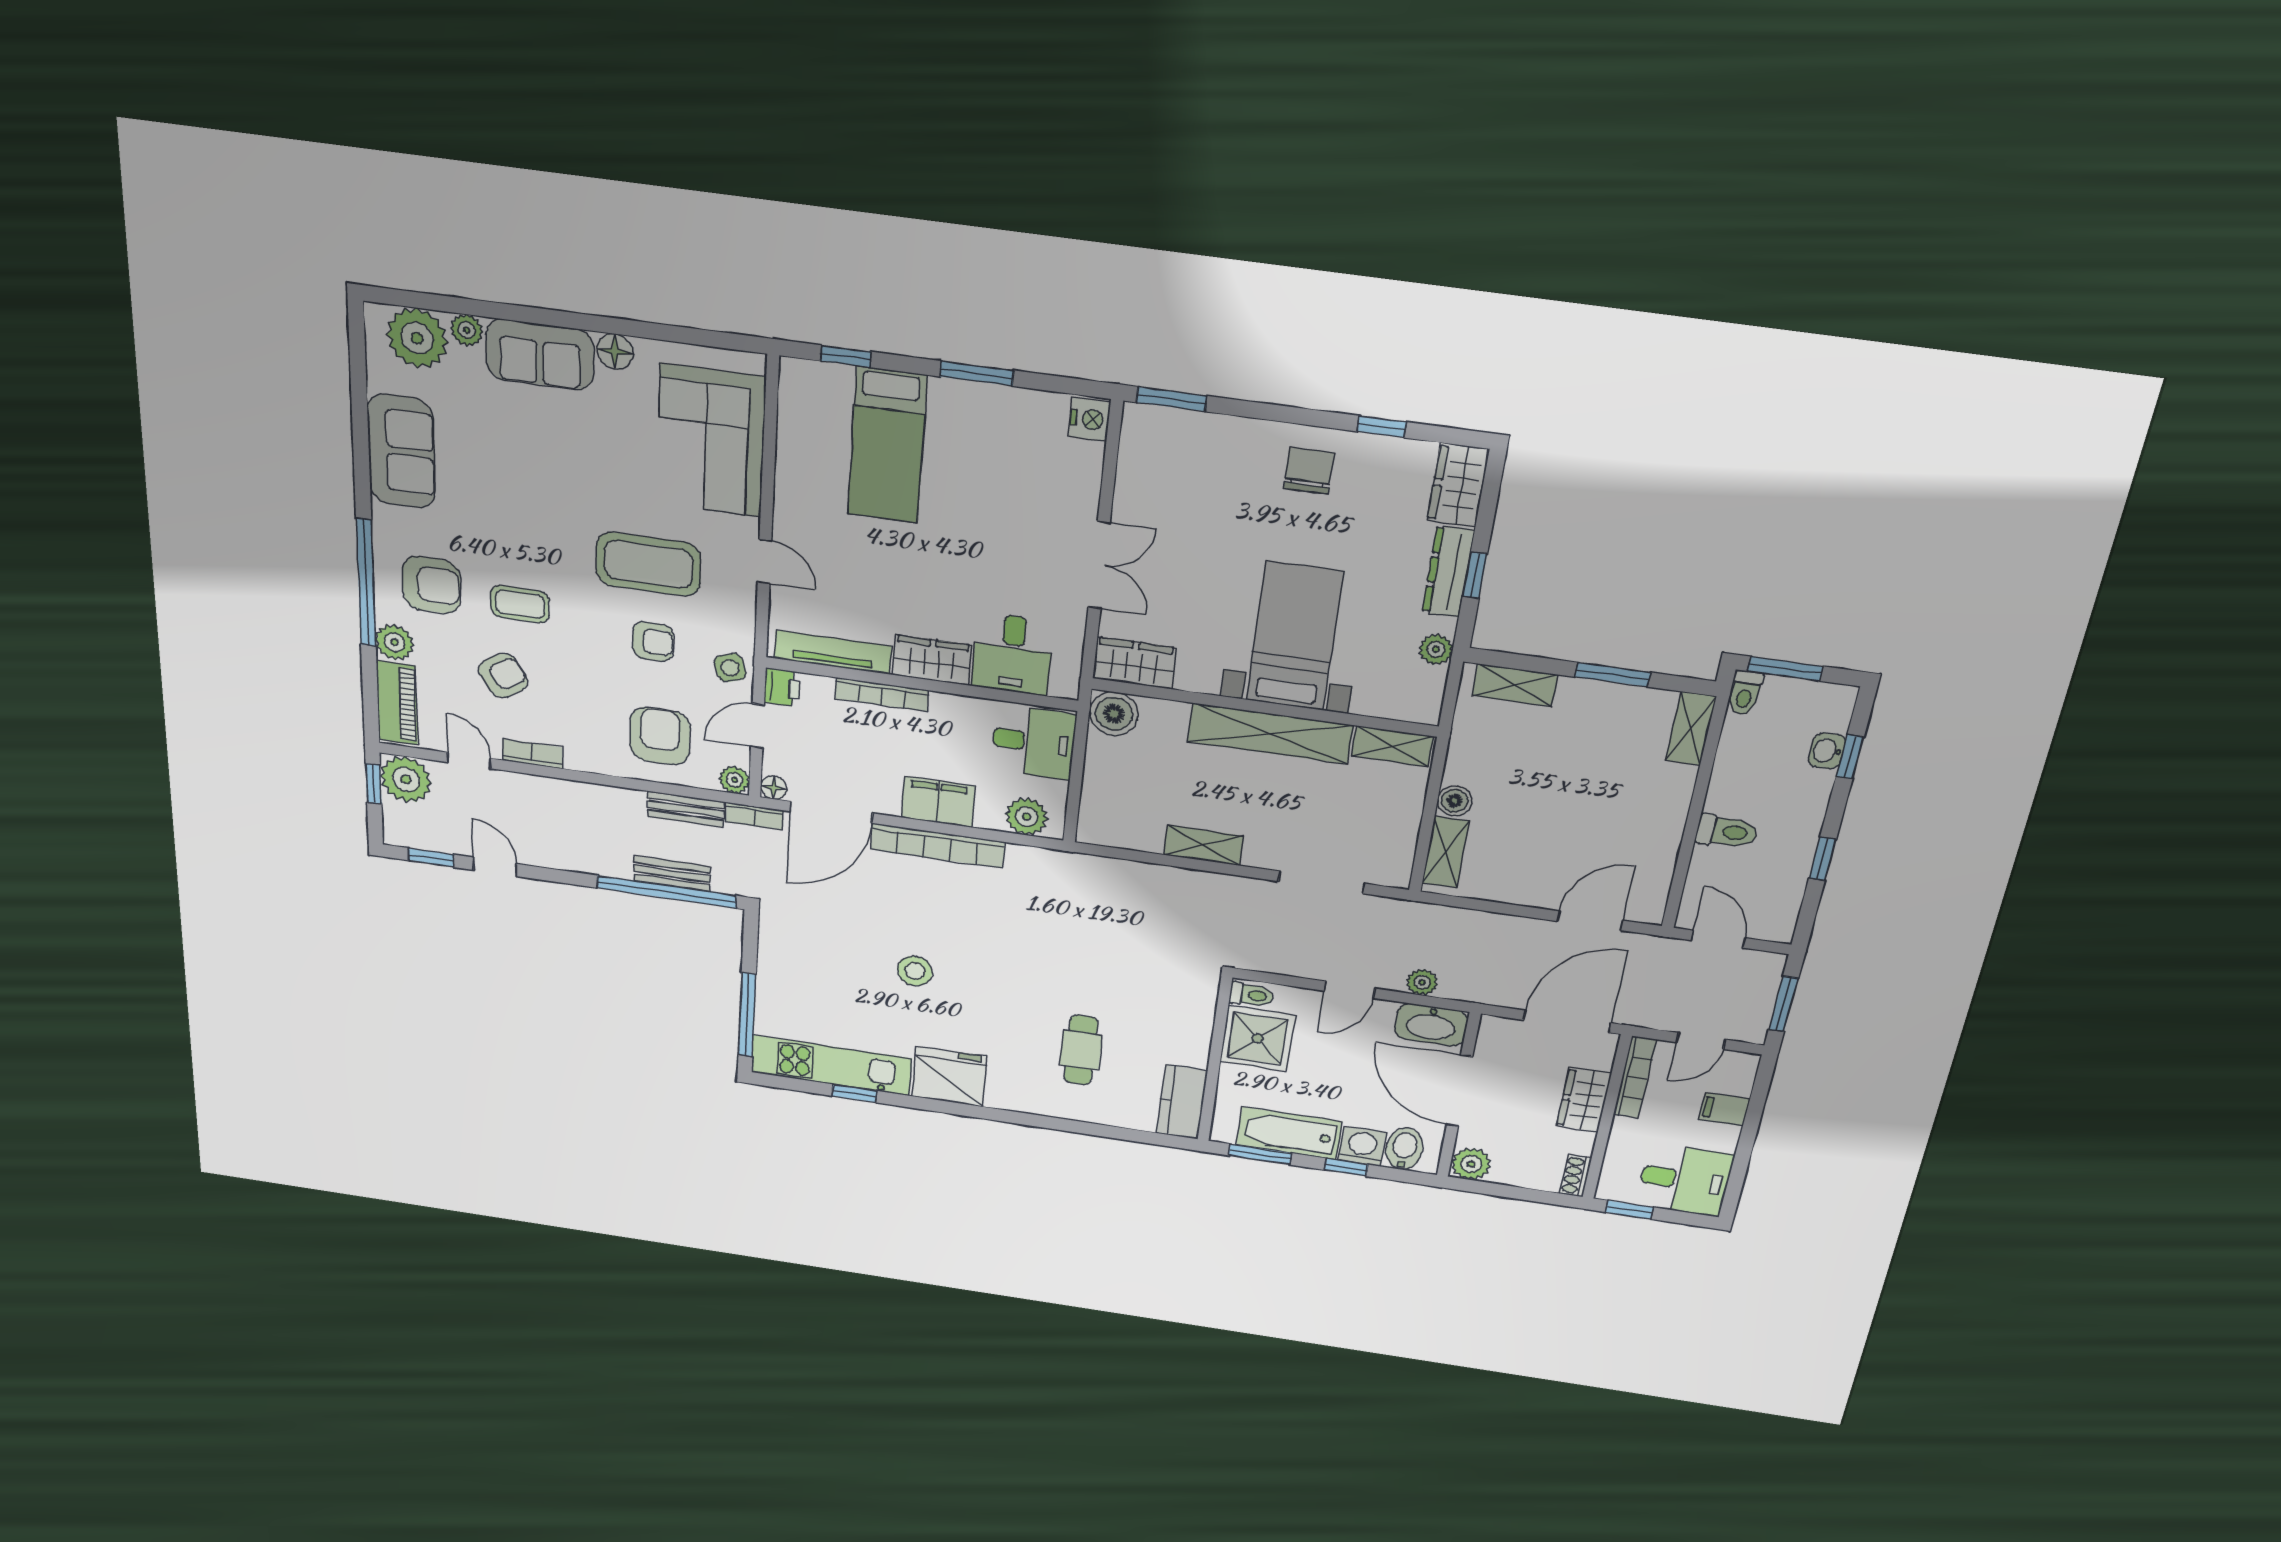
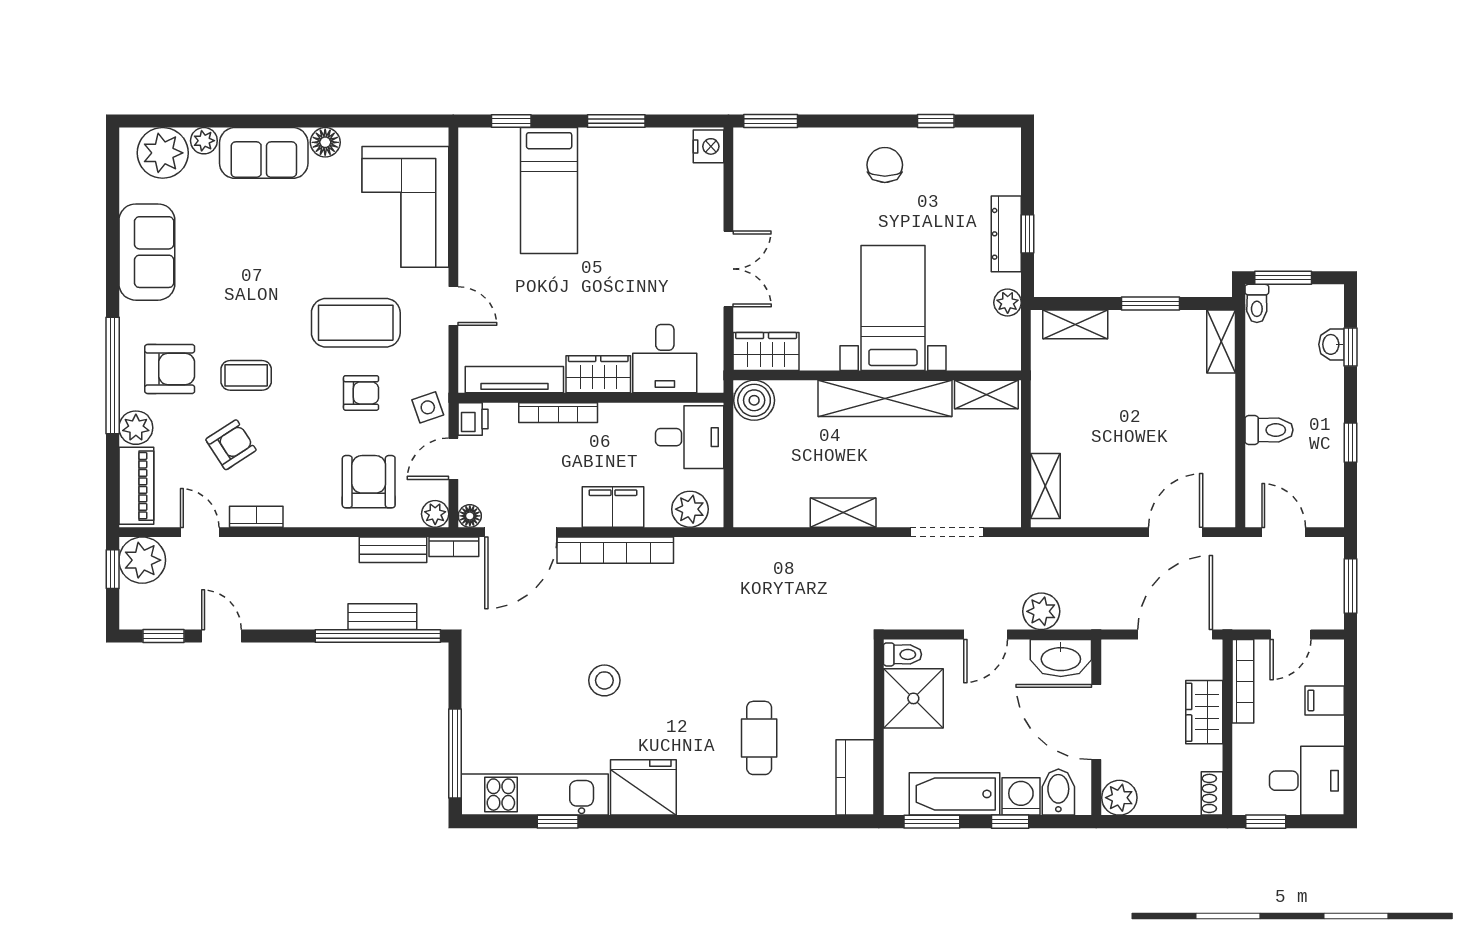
wardrobe: (1458, 485) -> (1002, 160), removed
boiler: (1455, 801) -> (1045, 437), removed
plant: (1422, 982) -> (1041, 611), width x1.38, depth x1.38

